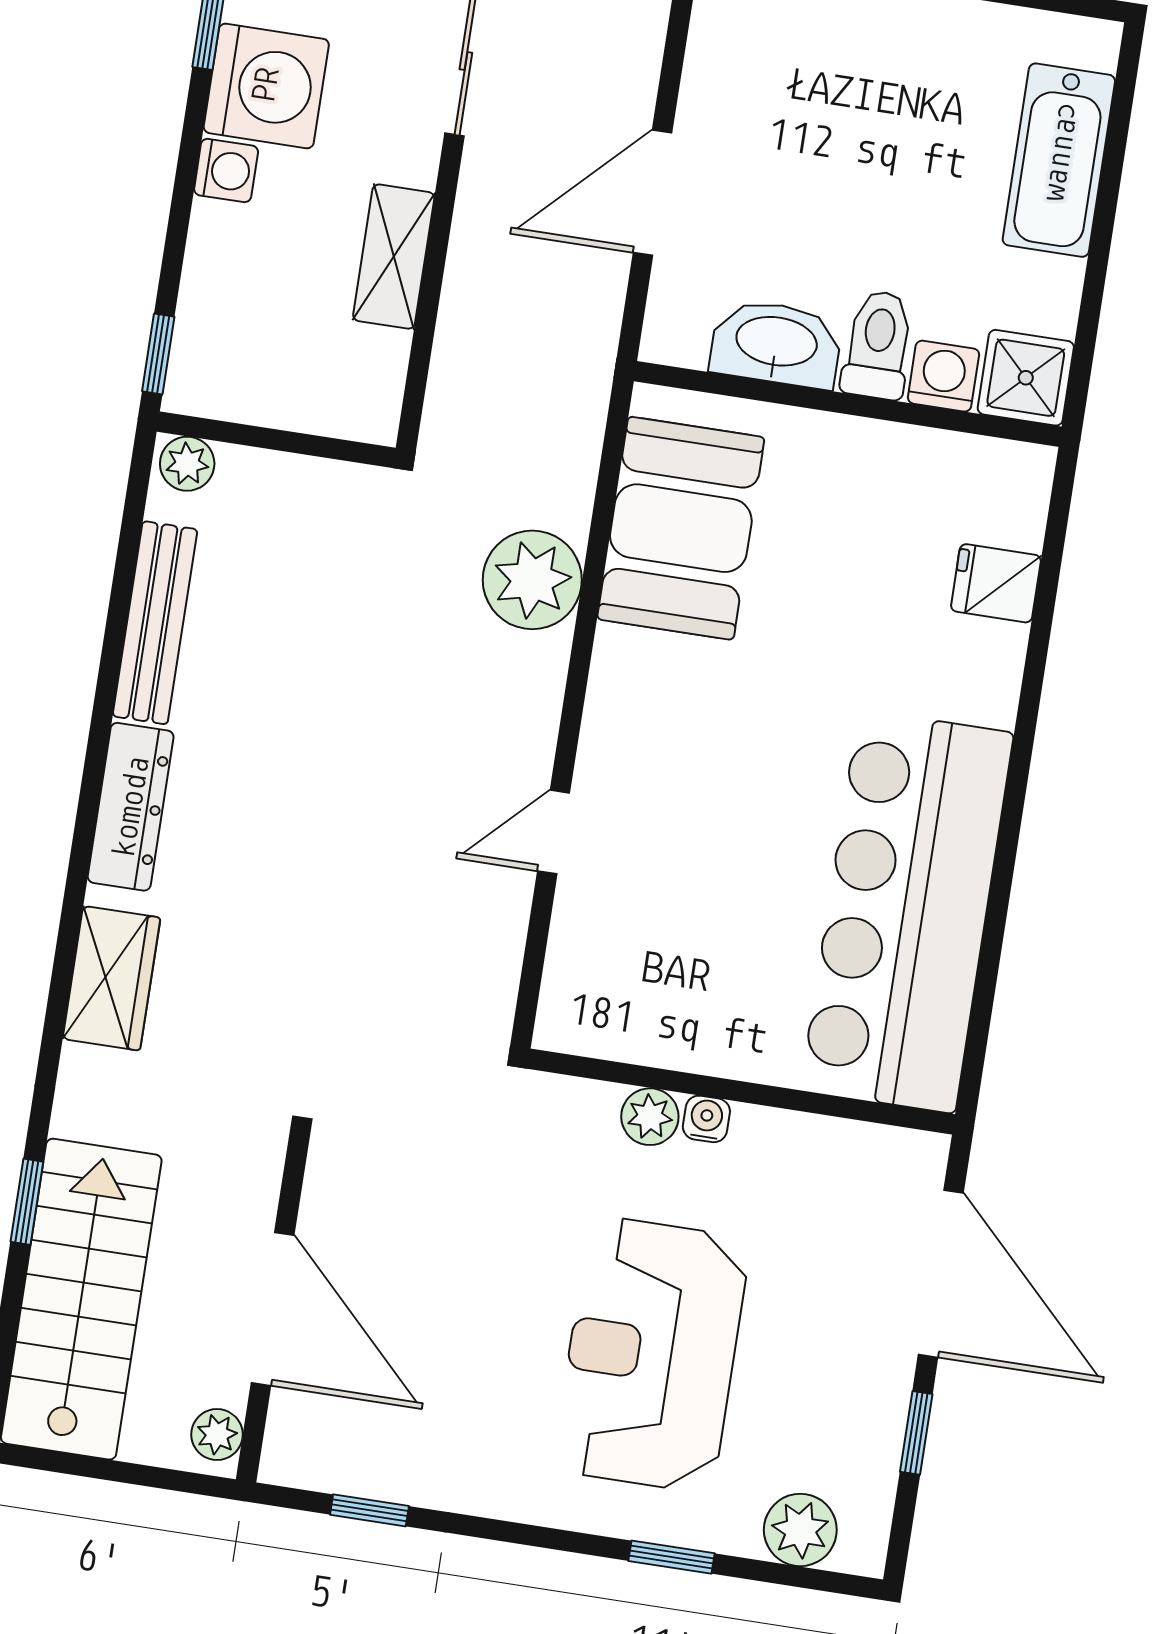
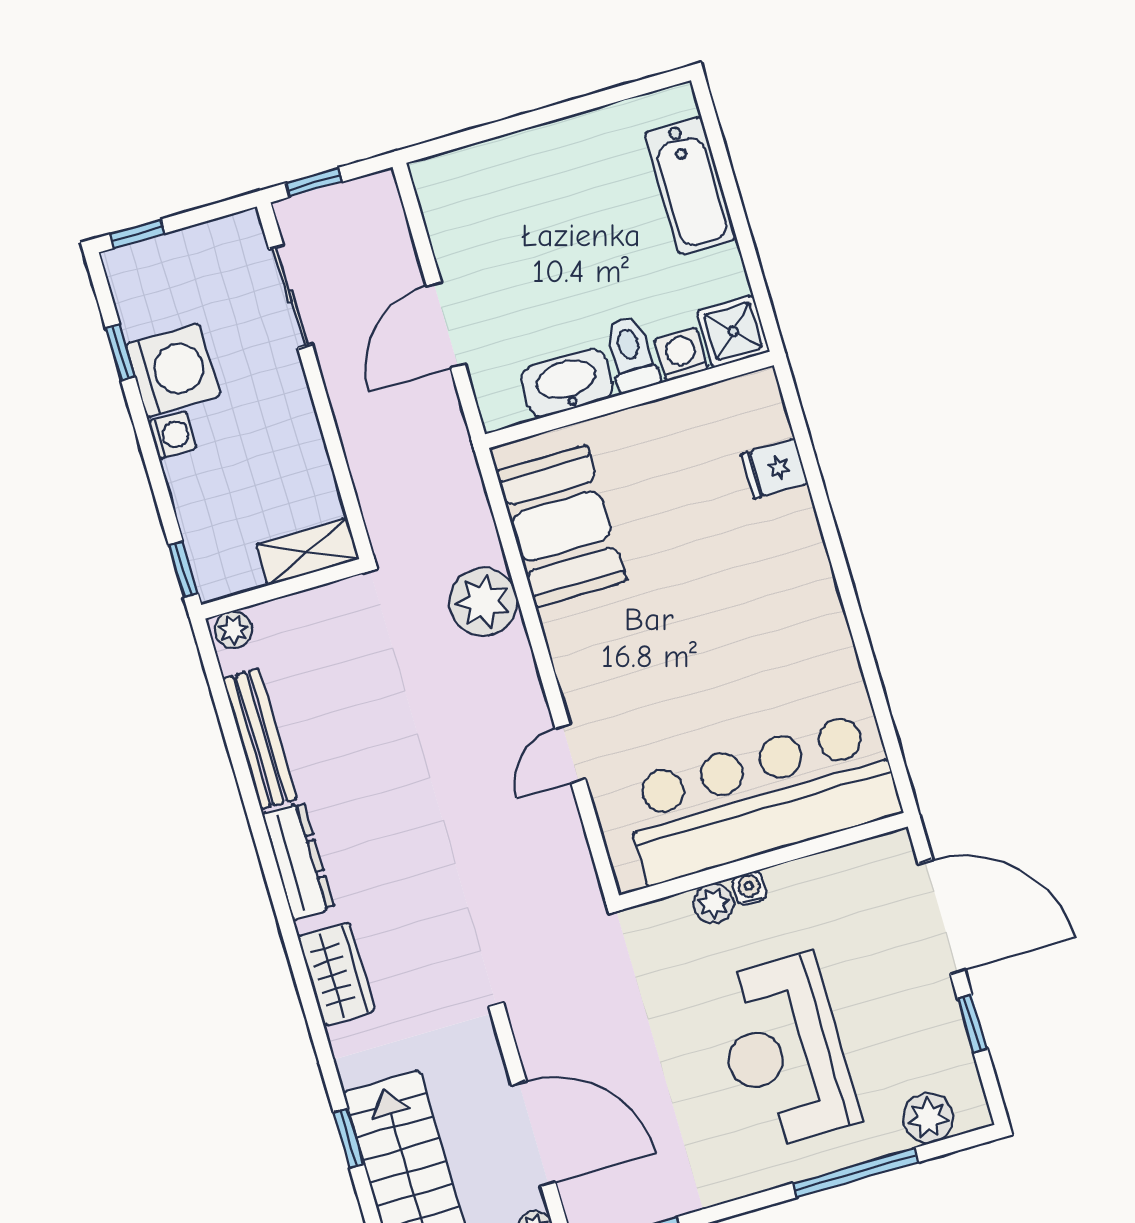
shelving: (394, 257) -> (307, 552), moved, turned 90
bar counter: (907, 911) -> (761, 798), moved, turned 90
window: (672, 1557) -> (856, 1173), width x2.17

